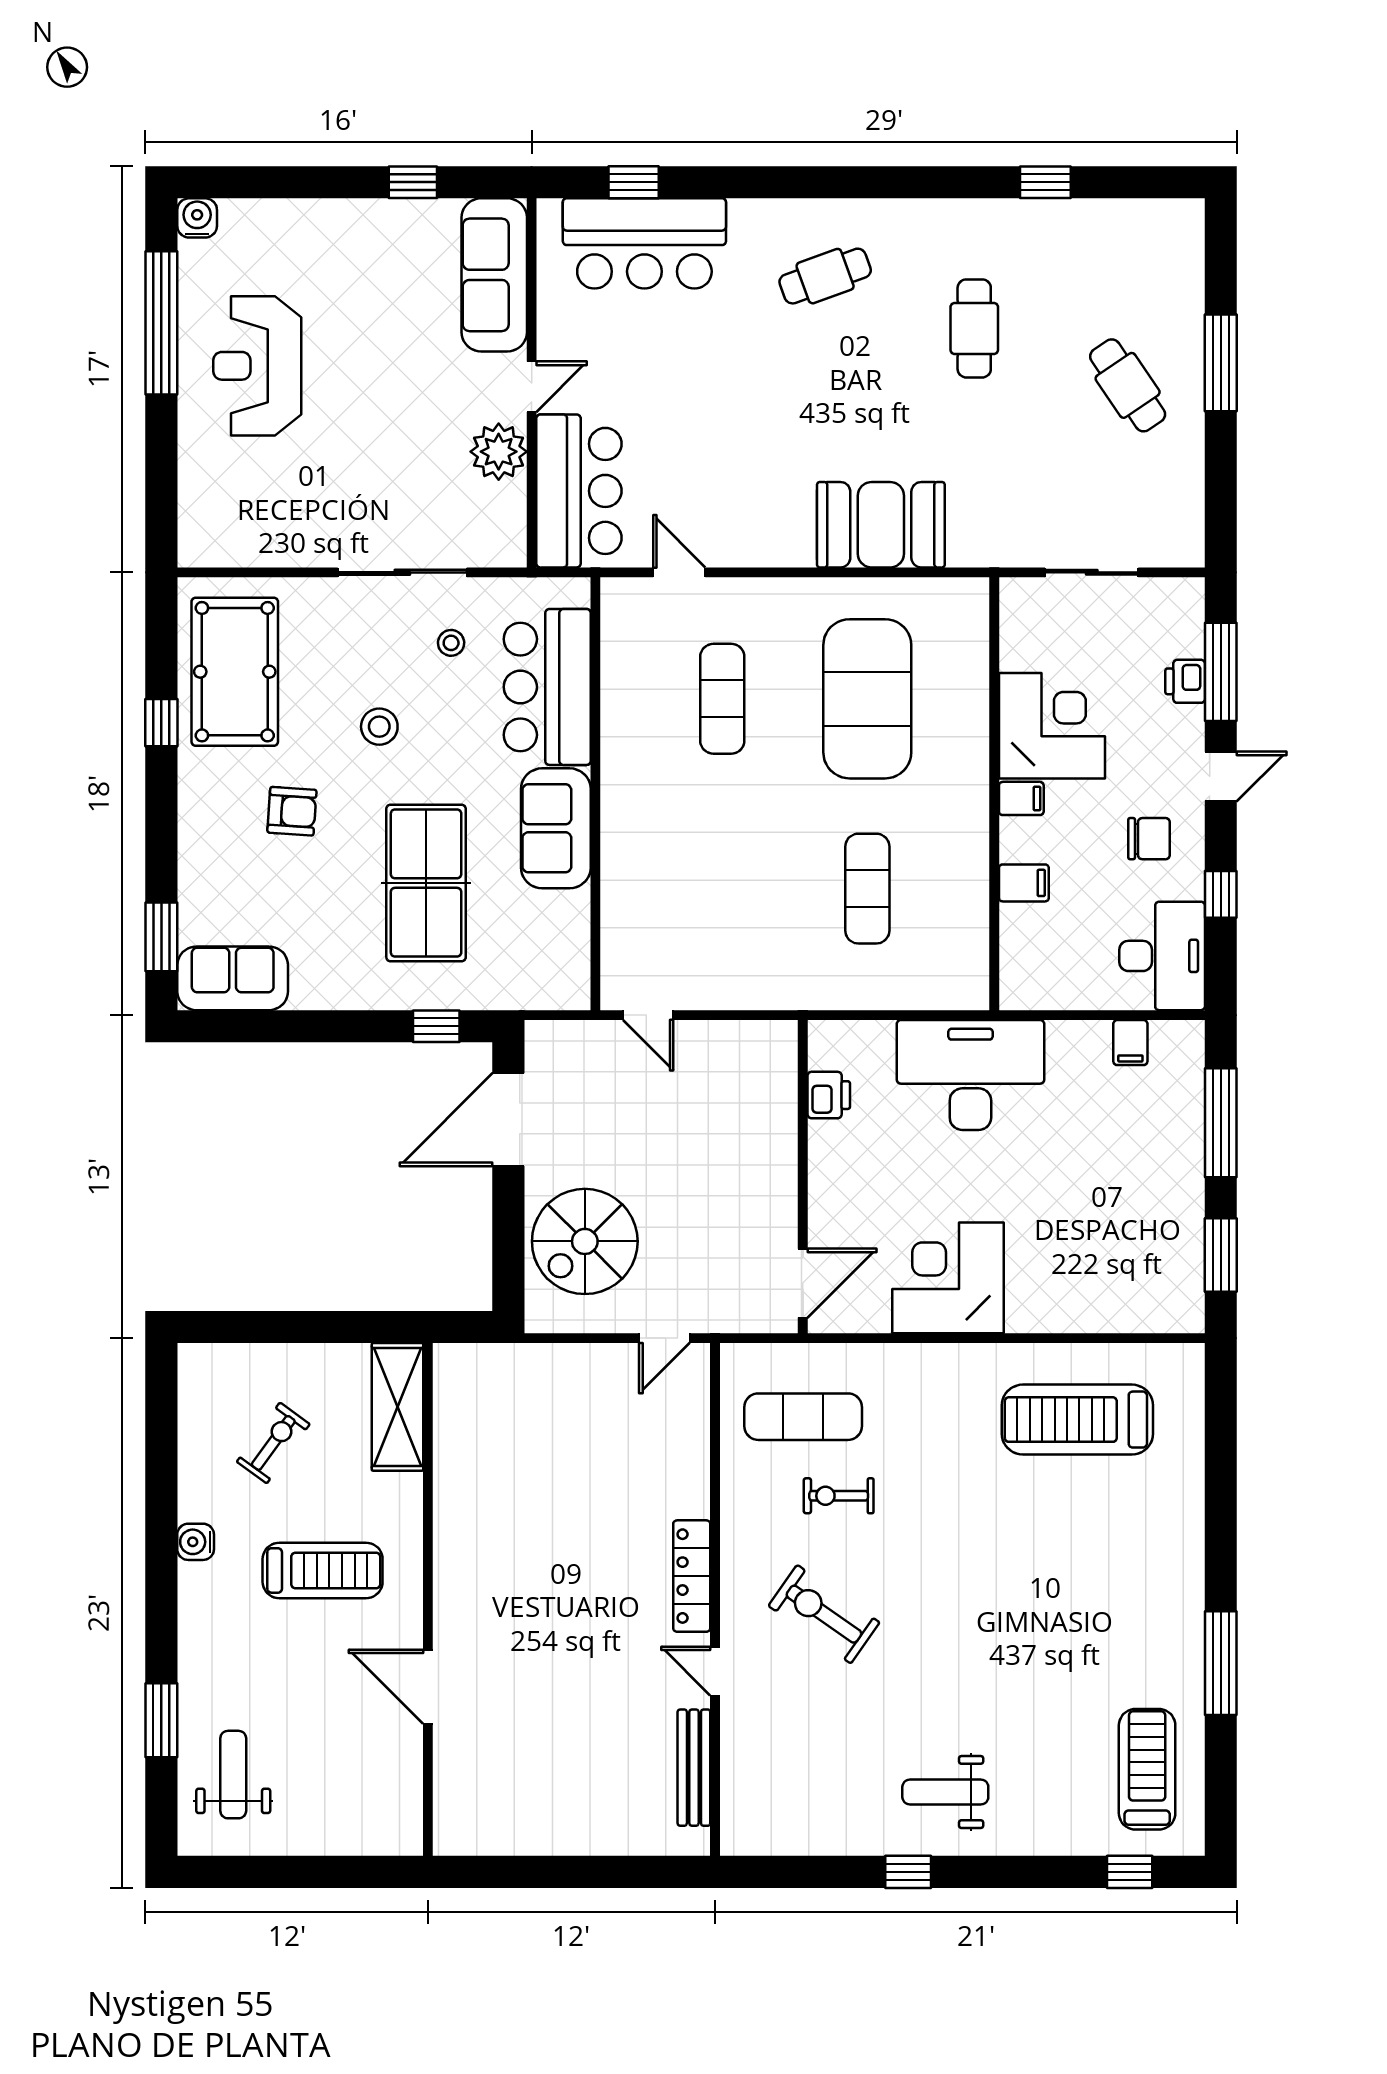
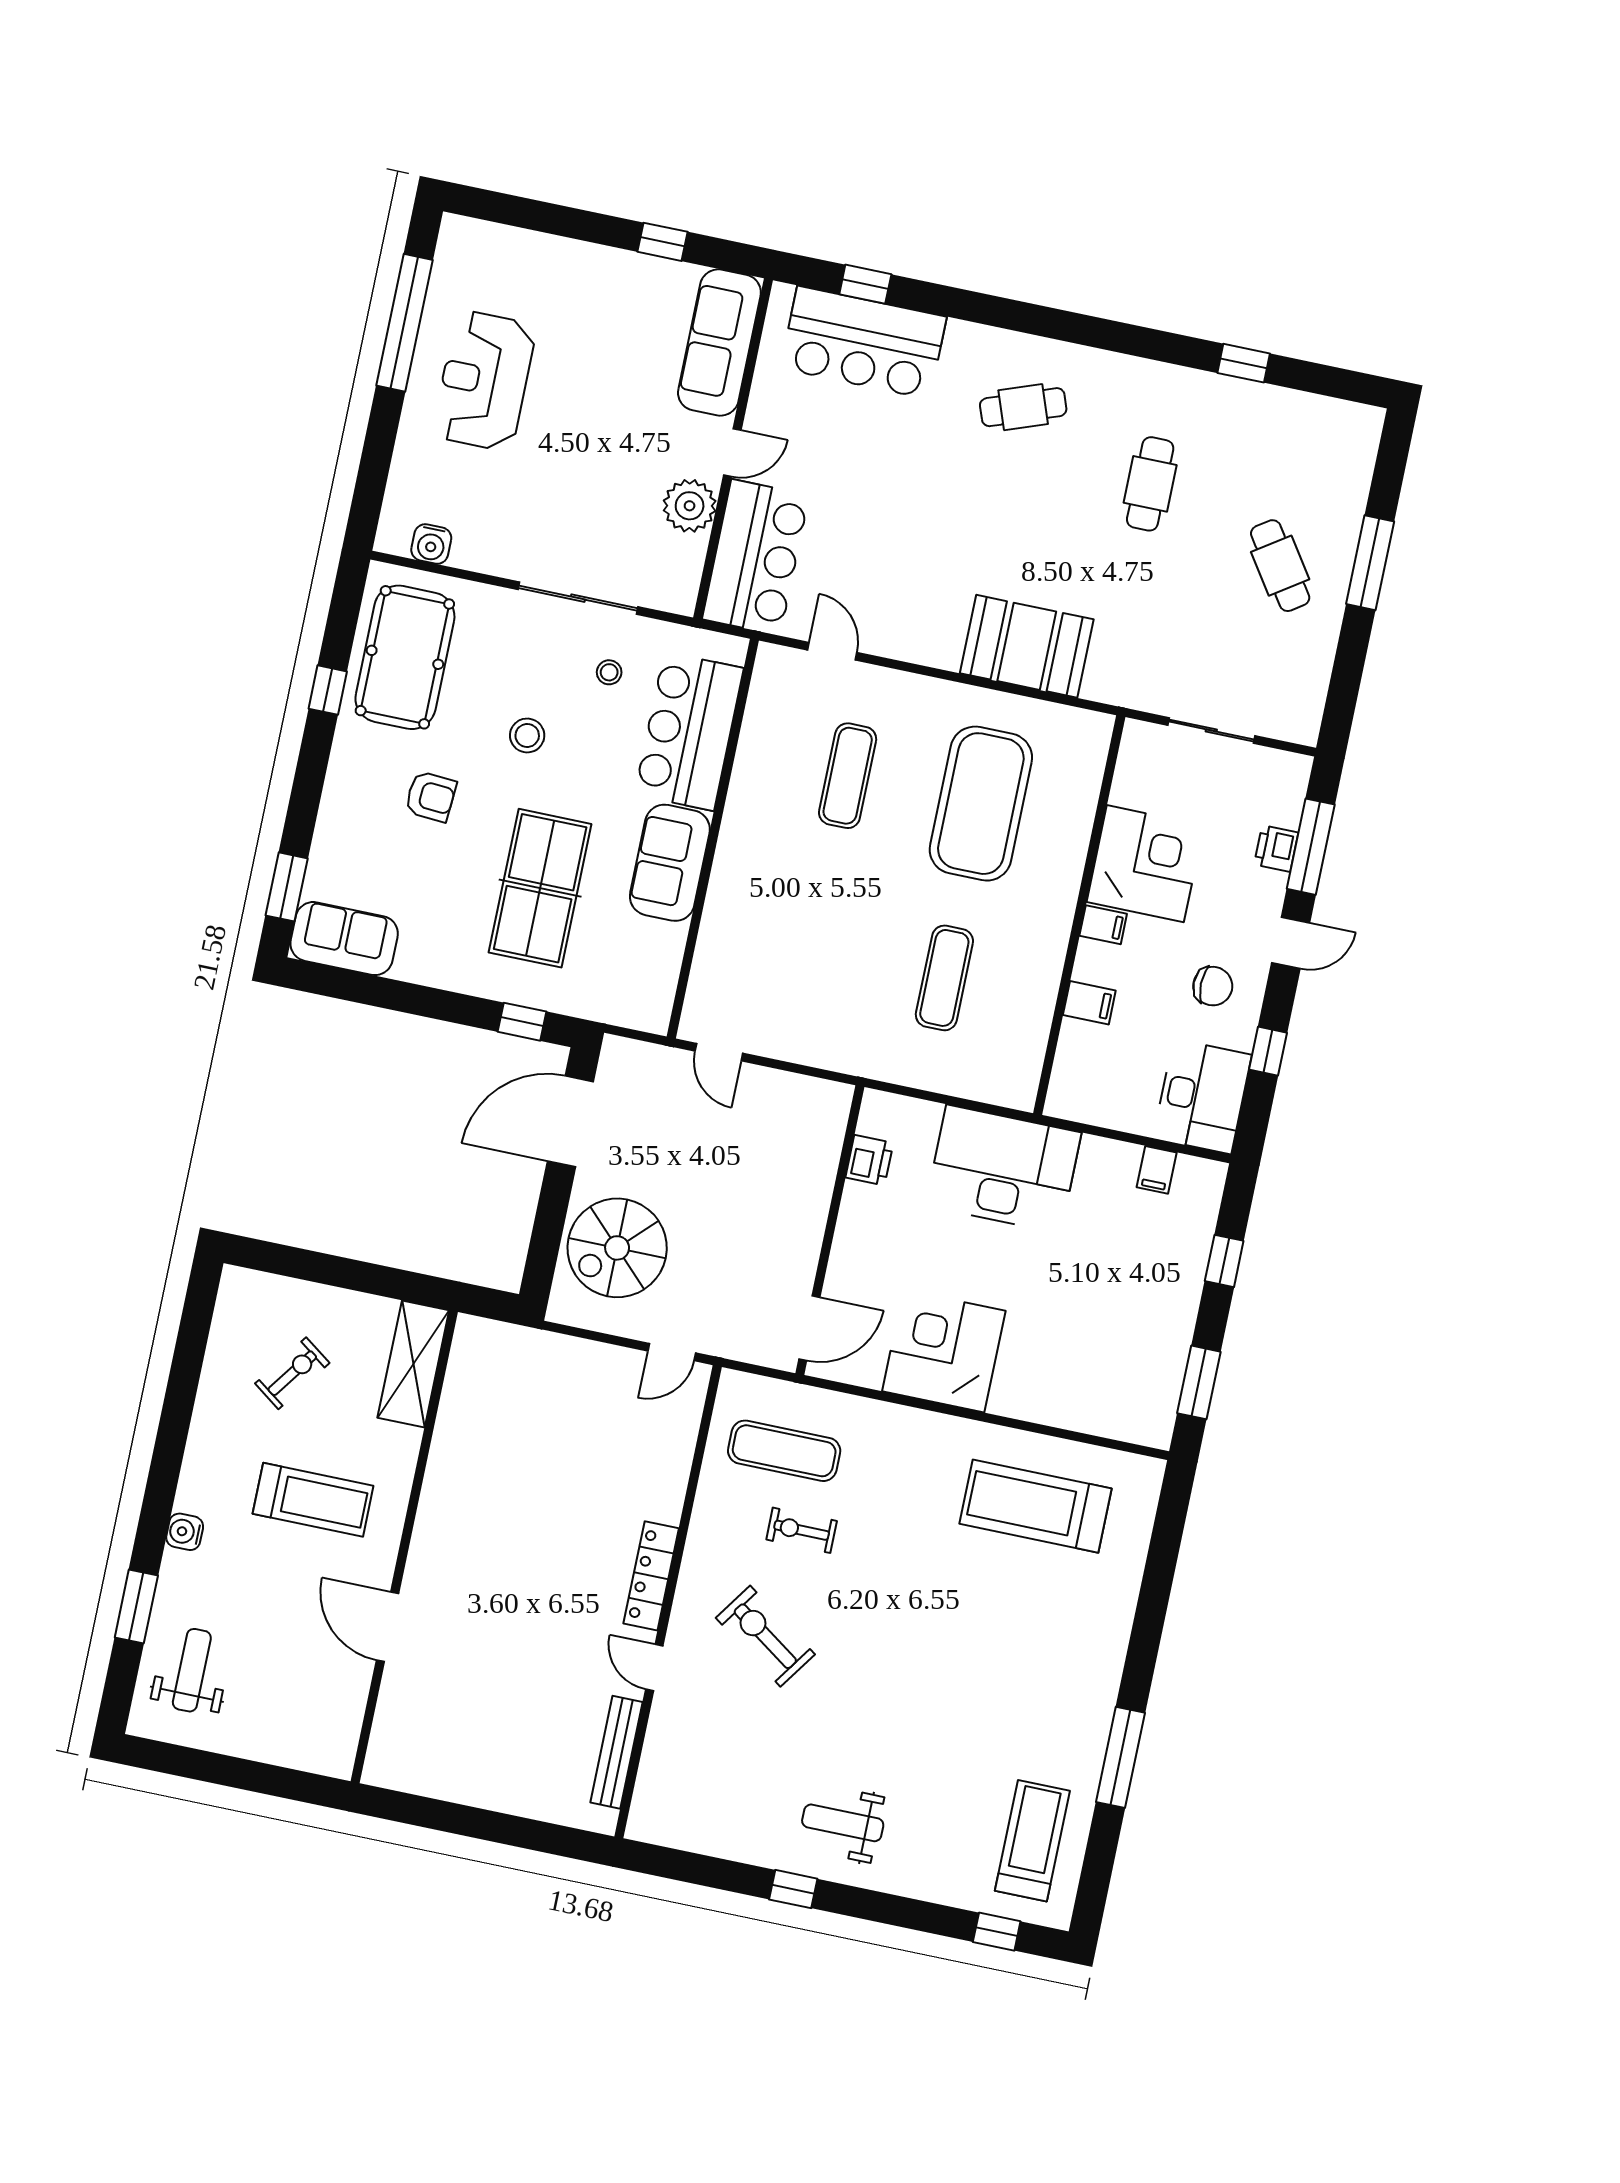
water cooler: (197, 218) -> (431, 544), moved, turned 180
window: (1221, 1123) -> (1224, 1261), width x0.46
water cooler: (196, 1542) -> (185, 1532), moved

